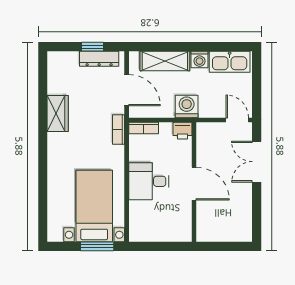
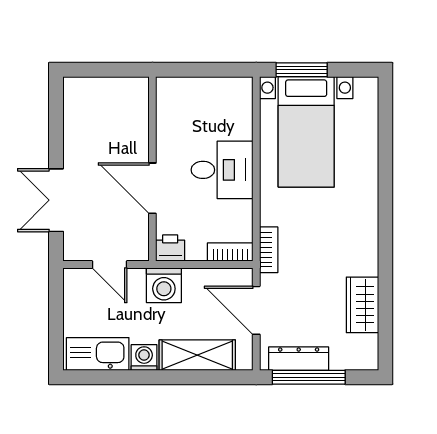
window: (93, 47) -> (309, 377), width x2.17
wardrobe: (58, 113) -> (362, 305), moved
door: (237, 120) -> (110, 265), moved
double door: (257, 162) -> (56, 200), swing flipped
door: (194, 184) -> (152, 188), moved

